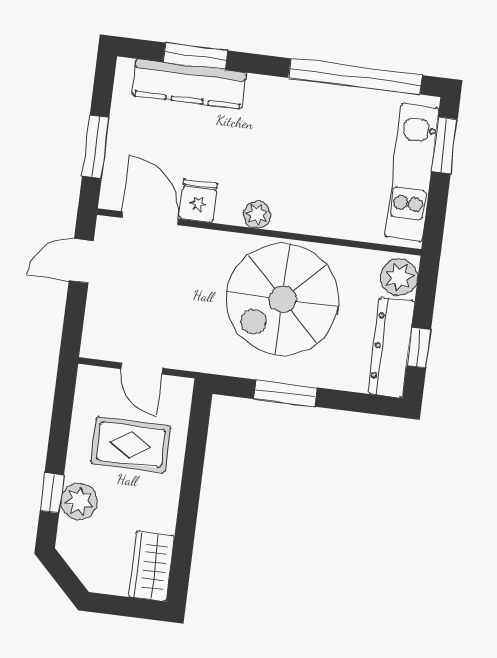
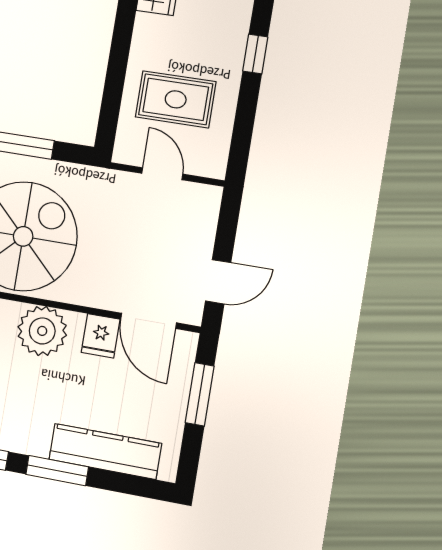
window: (195, 56) -> (57, 471), moved
plant: (257, 215) -> (42, 331), width x1.87, depth x1.87
plant: (79, 501) -> (229, 45), removed

